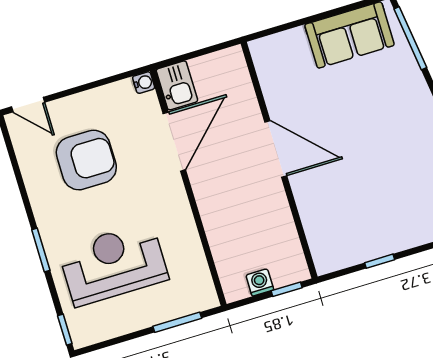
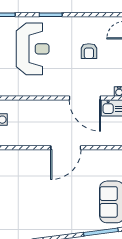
armchair: (86, 160) -> (89, 51), width x0.53, depth x0.53

